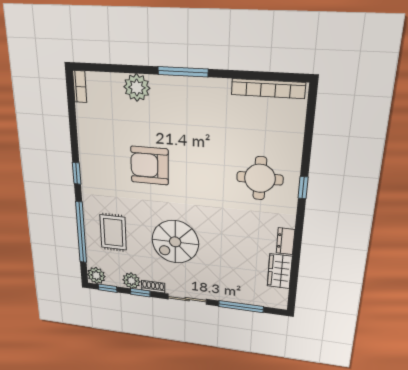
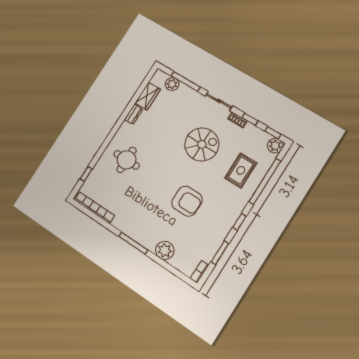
window: (73, 125) -> (220, 253), added
window: (303, 188) -> (86, 174), moved
plant: (131, 281) -> (172, 84), moved

